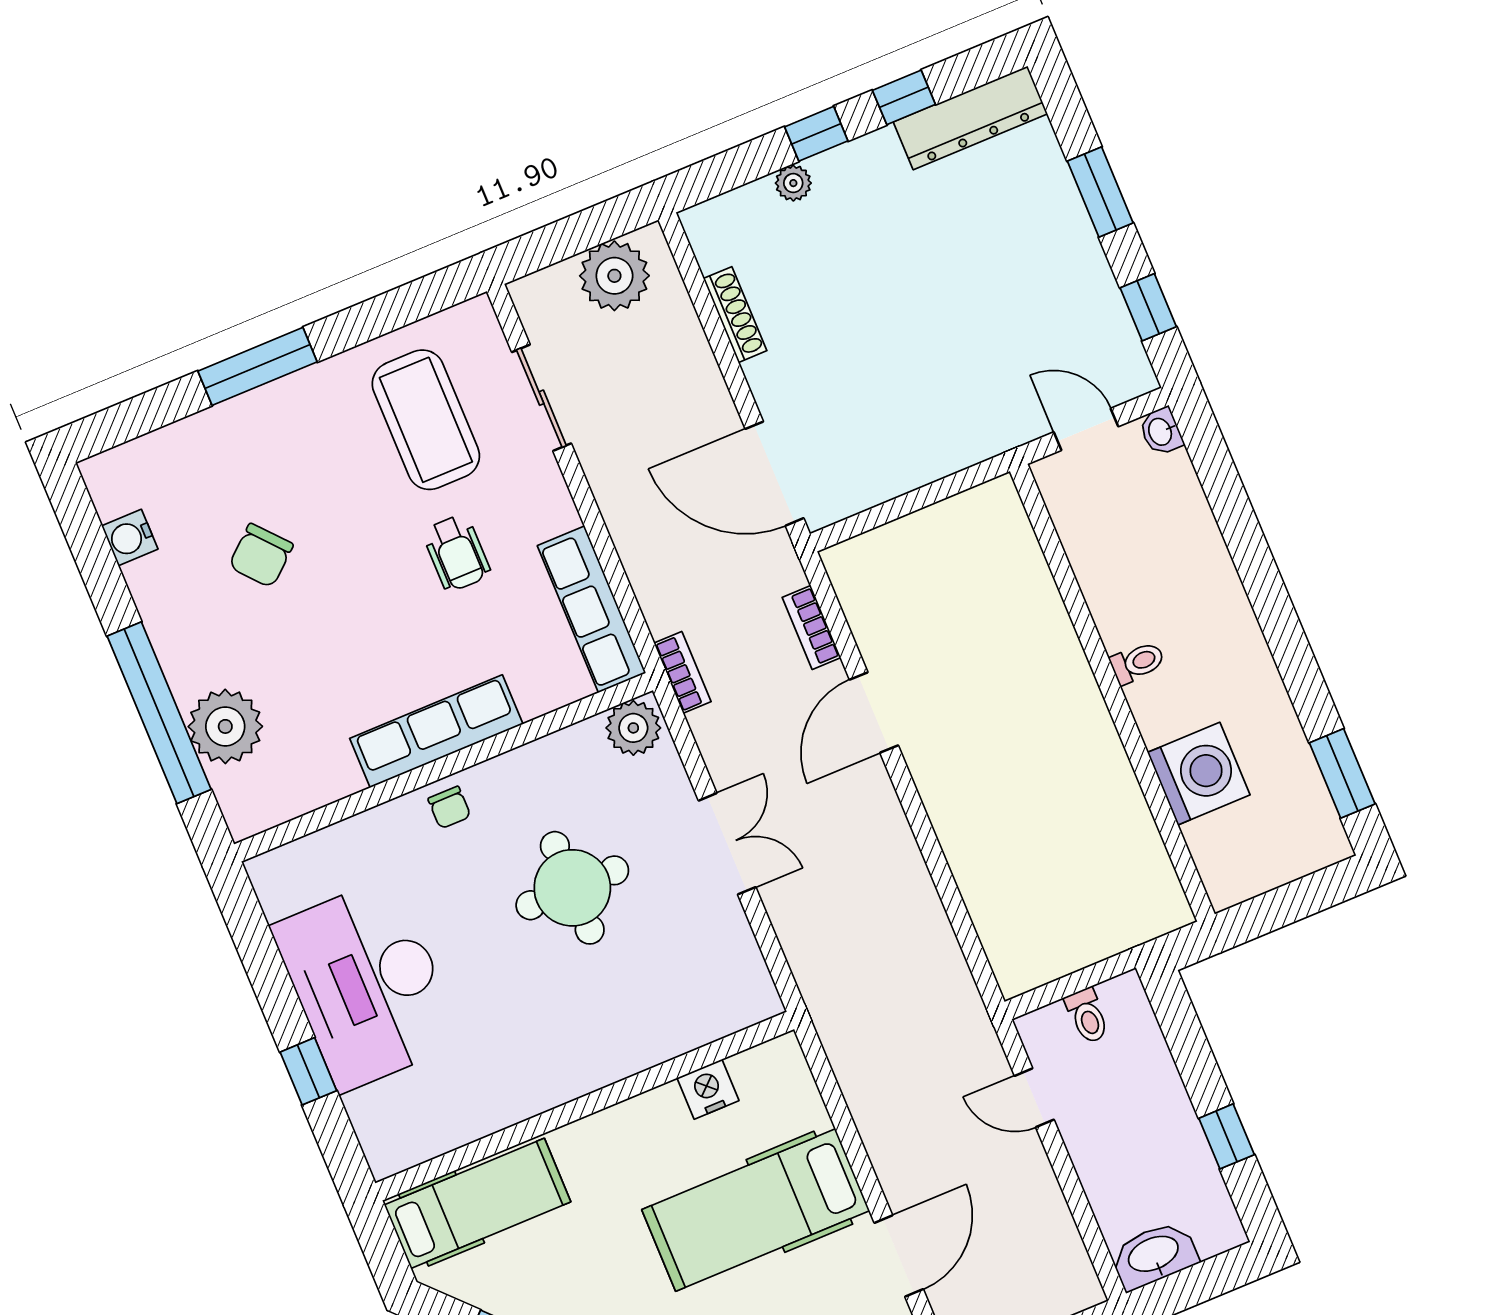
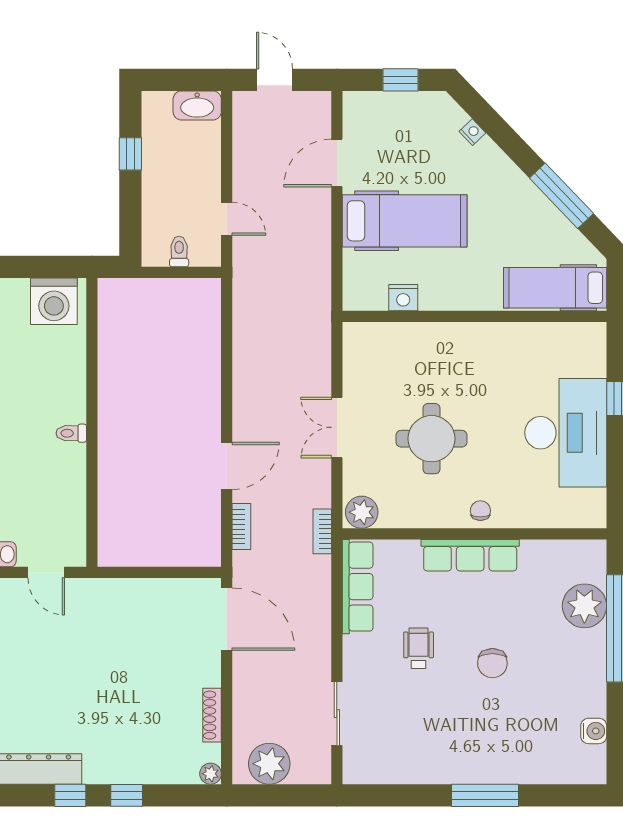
plant: (793, 183) -> (211, 774), moved
coffee table: (426, 420) -> (405, 728), removed
chair: (261, 555) -> (492, 663), moved, turned 131
washing machine: (1199, 774) -> (54, 301), moved, turned -90

